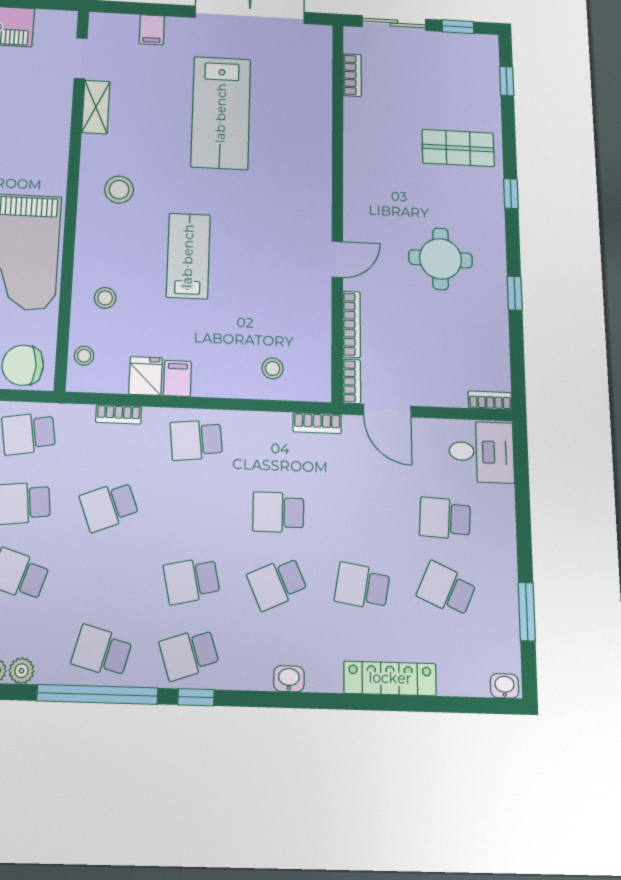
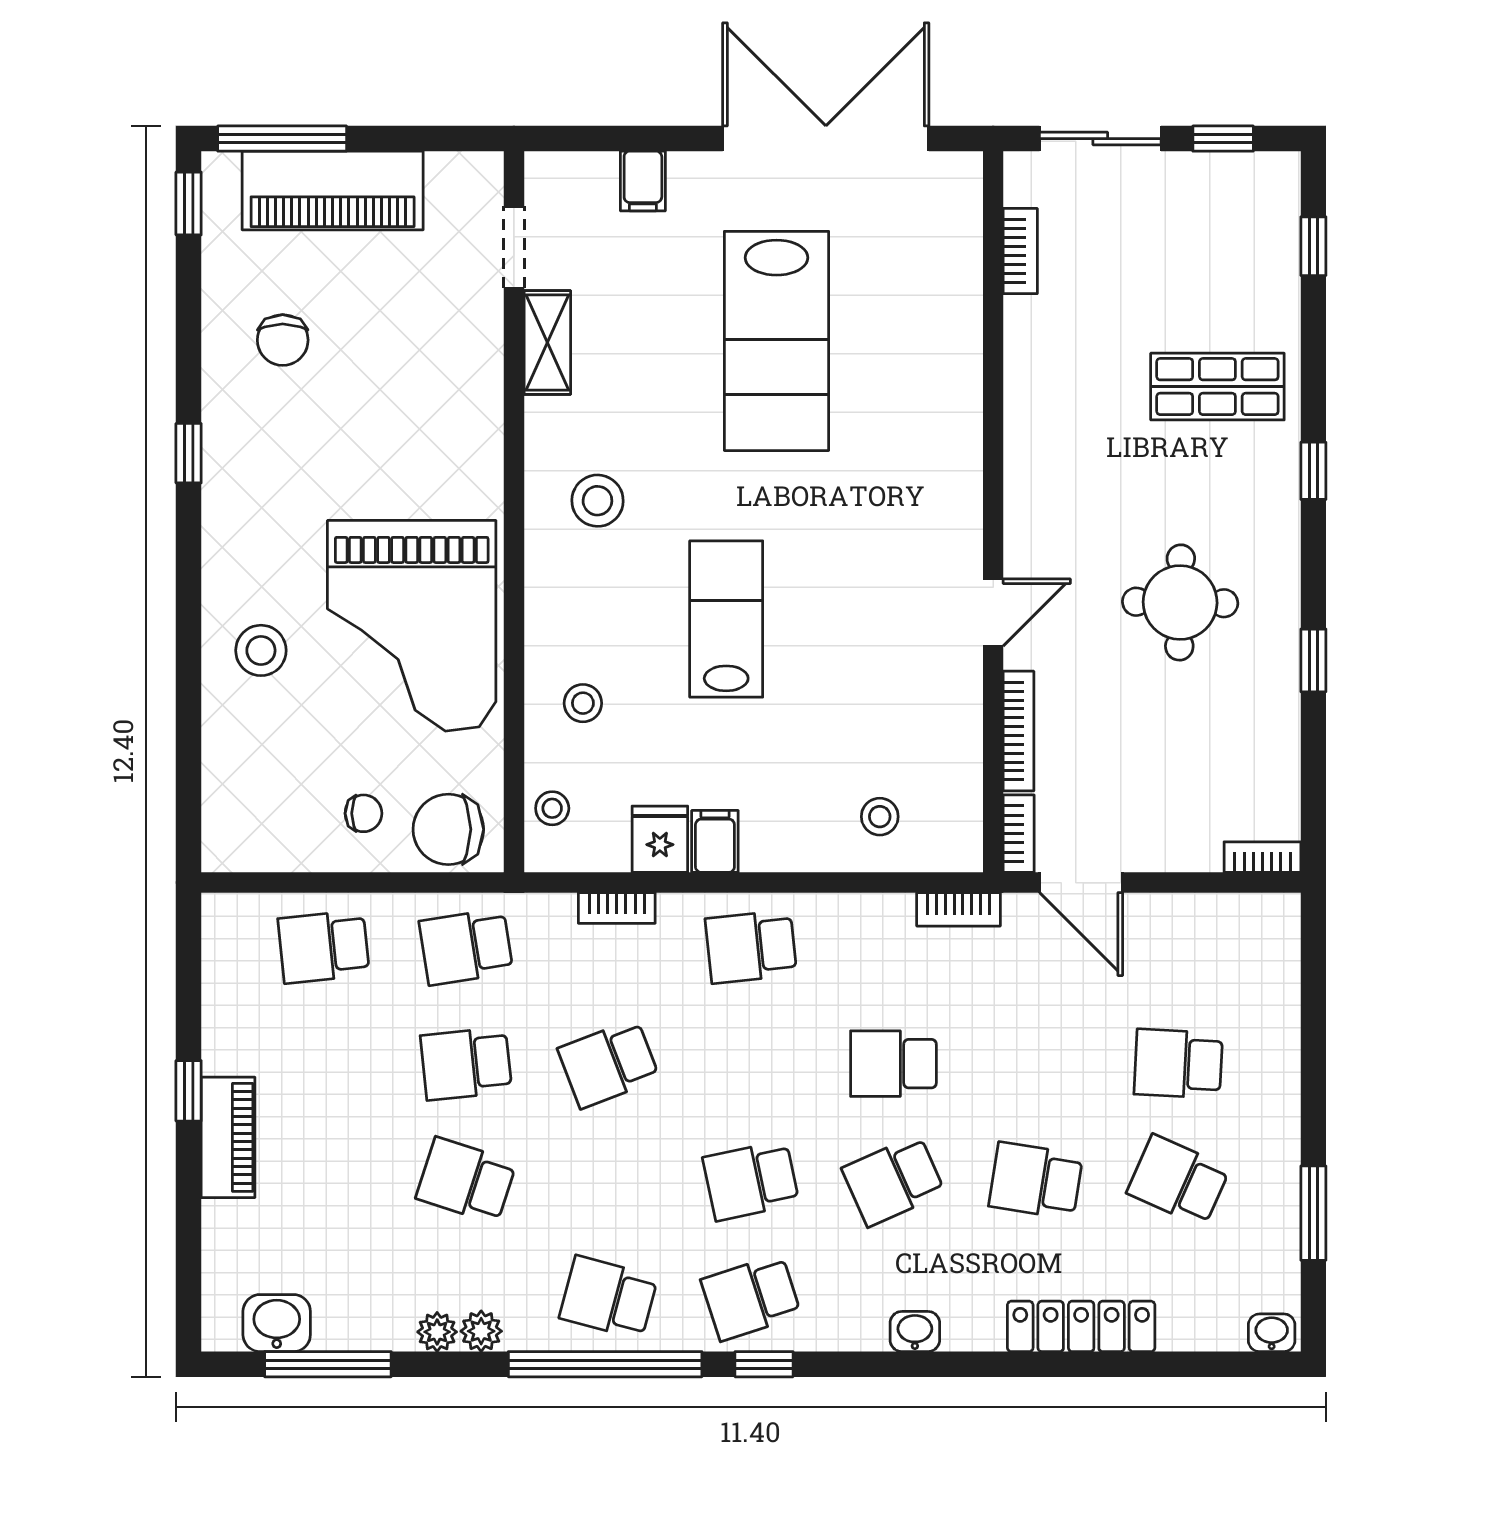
desk: (481, 452) -> (1245, 948), removed

